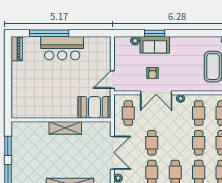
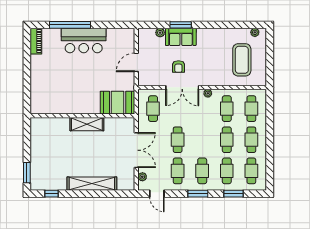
door: (112, 79) -> (136, 62), moved
window: (8, 146) -> (27, 143), removed

